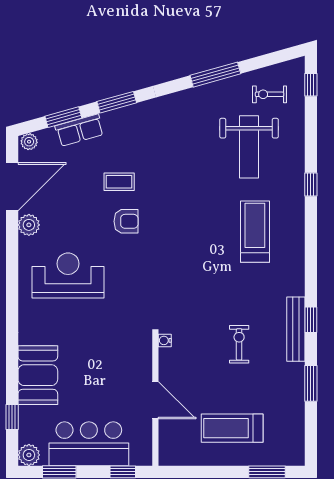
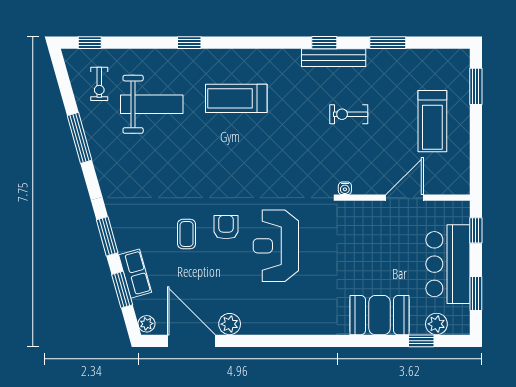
reception desk: (68, 275) -> (276, 246), moved
plant: (29, 455) -> (436, 324), moved

